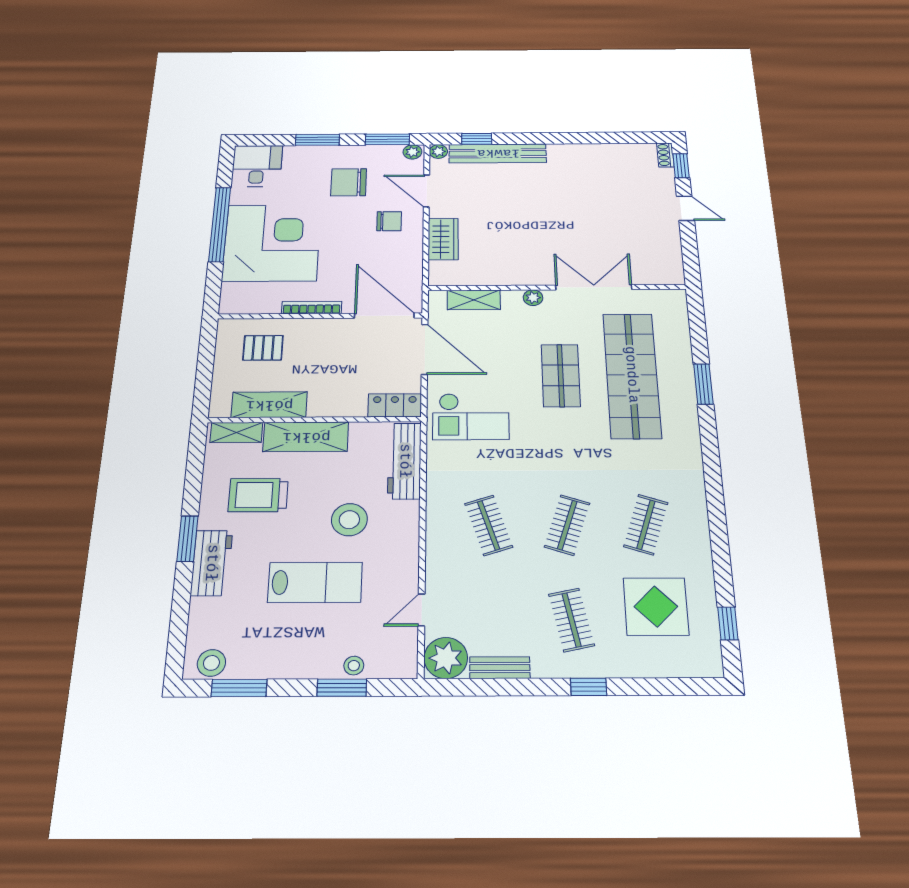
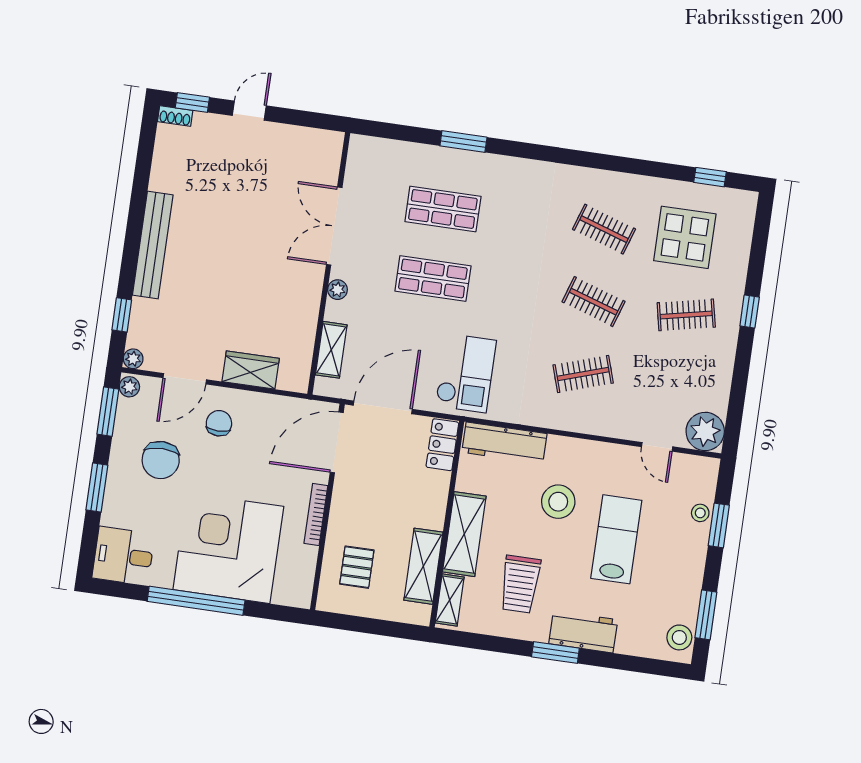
bench: (498, 153) -> (153, 245), moved
shop shelf: (632, 375) -> (443, 209), width x0.50, depth x0.74
bench: (500, 668) -> (721, 386), removed

